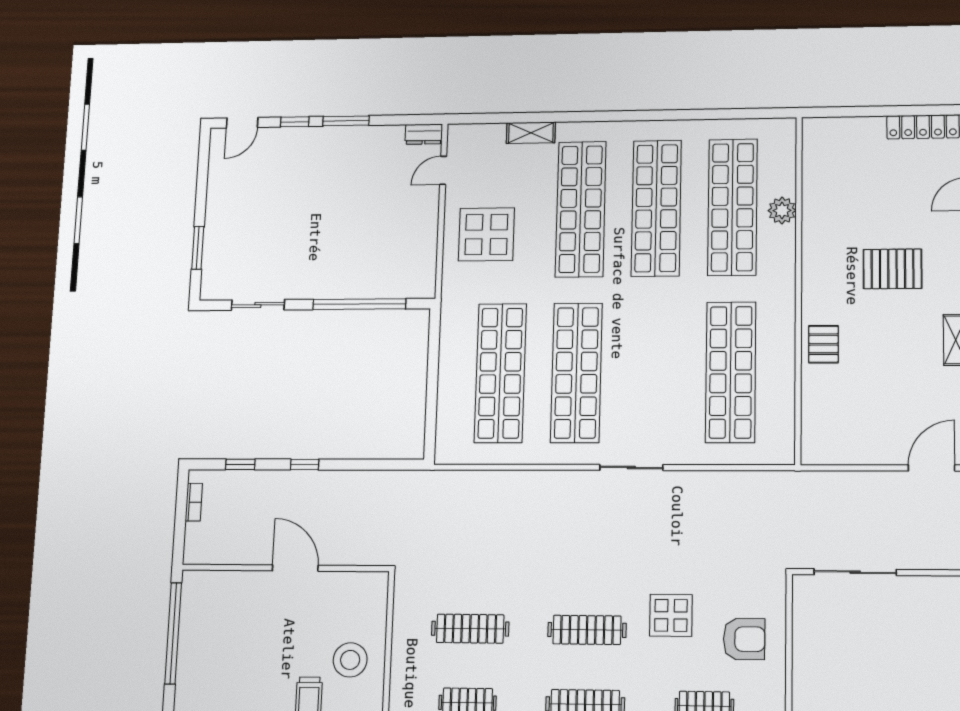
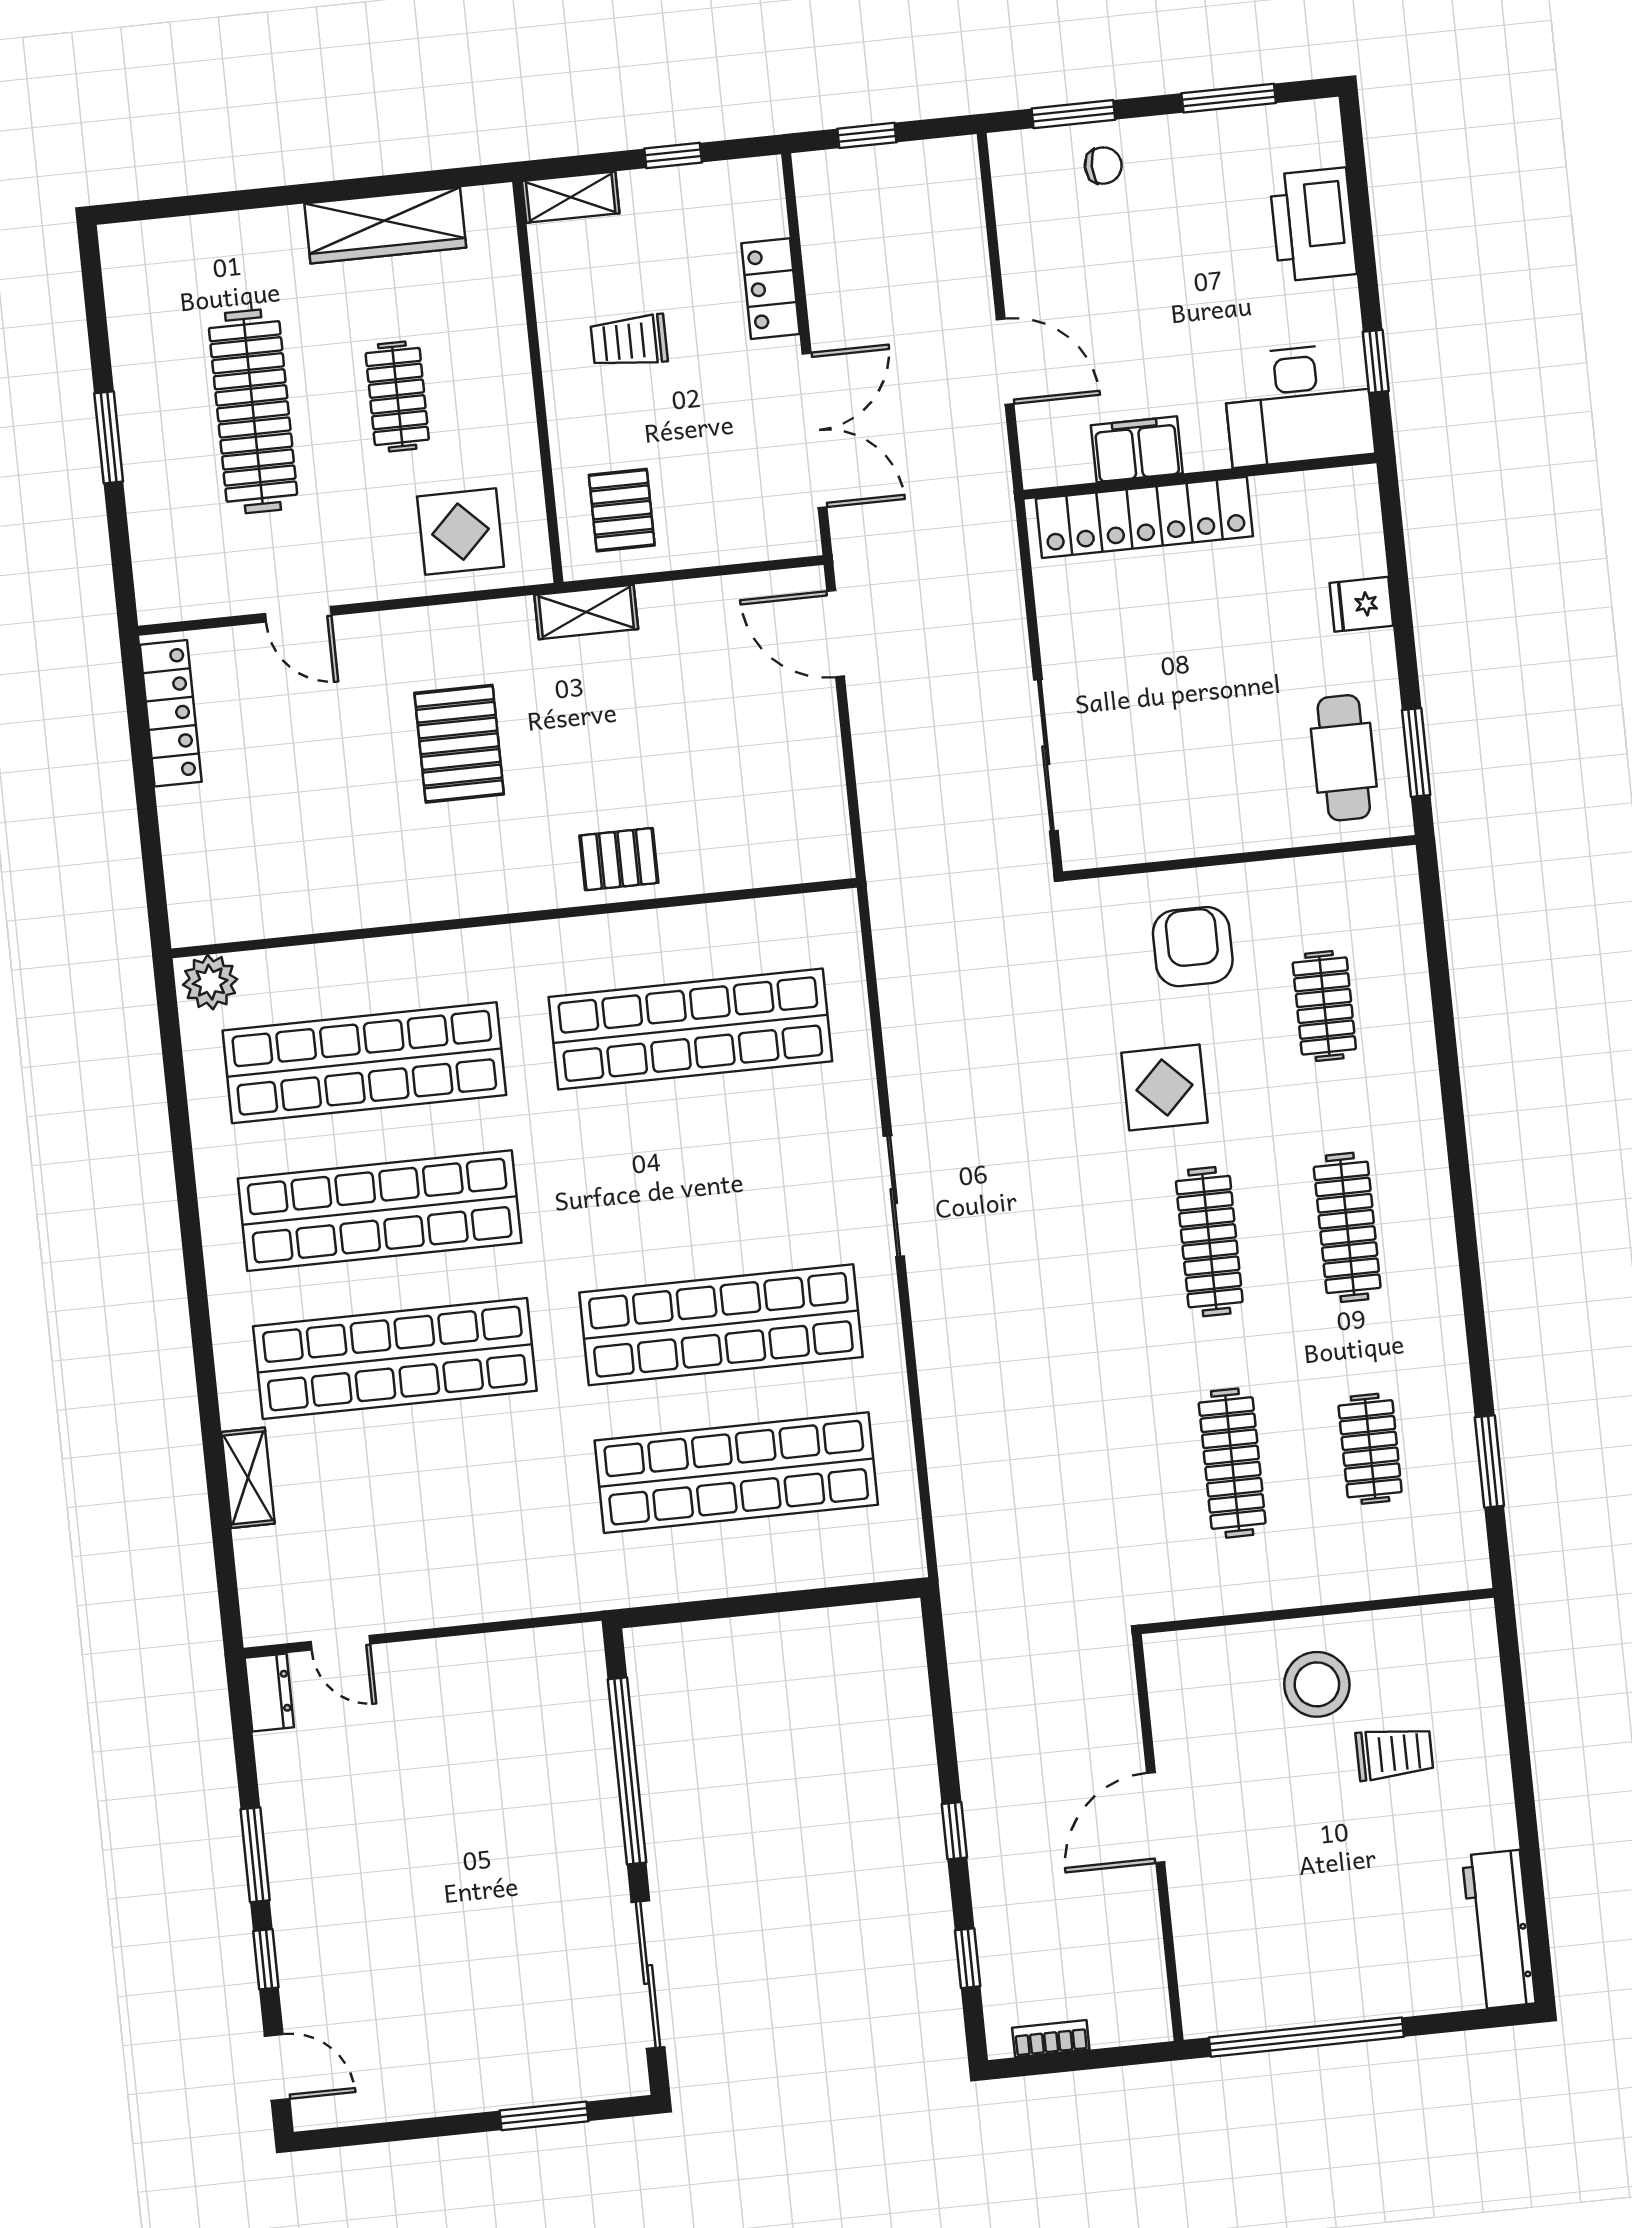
plant: (782, 211) -> (210, 982), moved
display table: (486, 234) -> (463, 1538), removed
sliding door: (258, 305) -> (648, 1974), width x1.37

